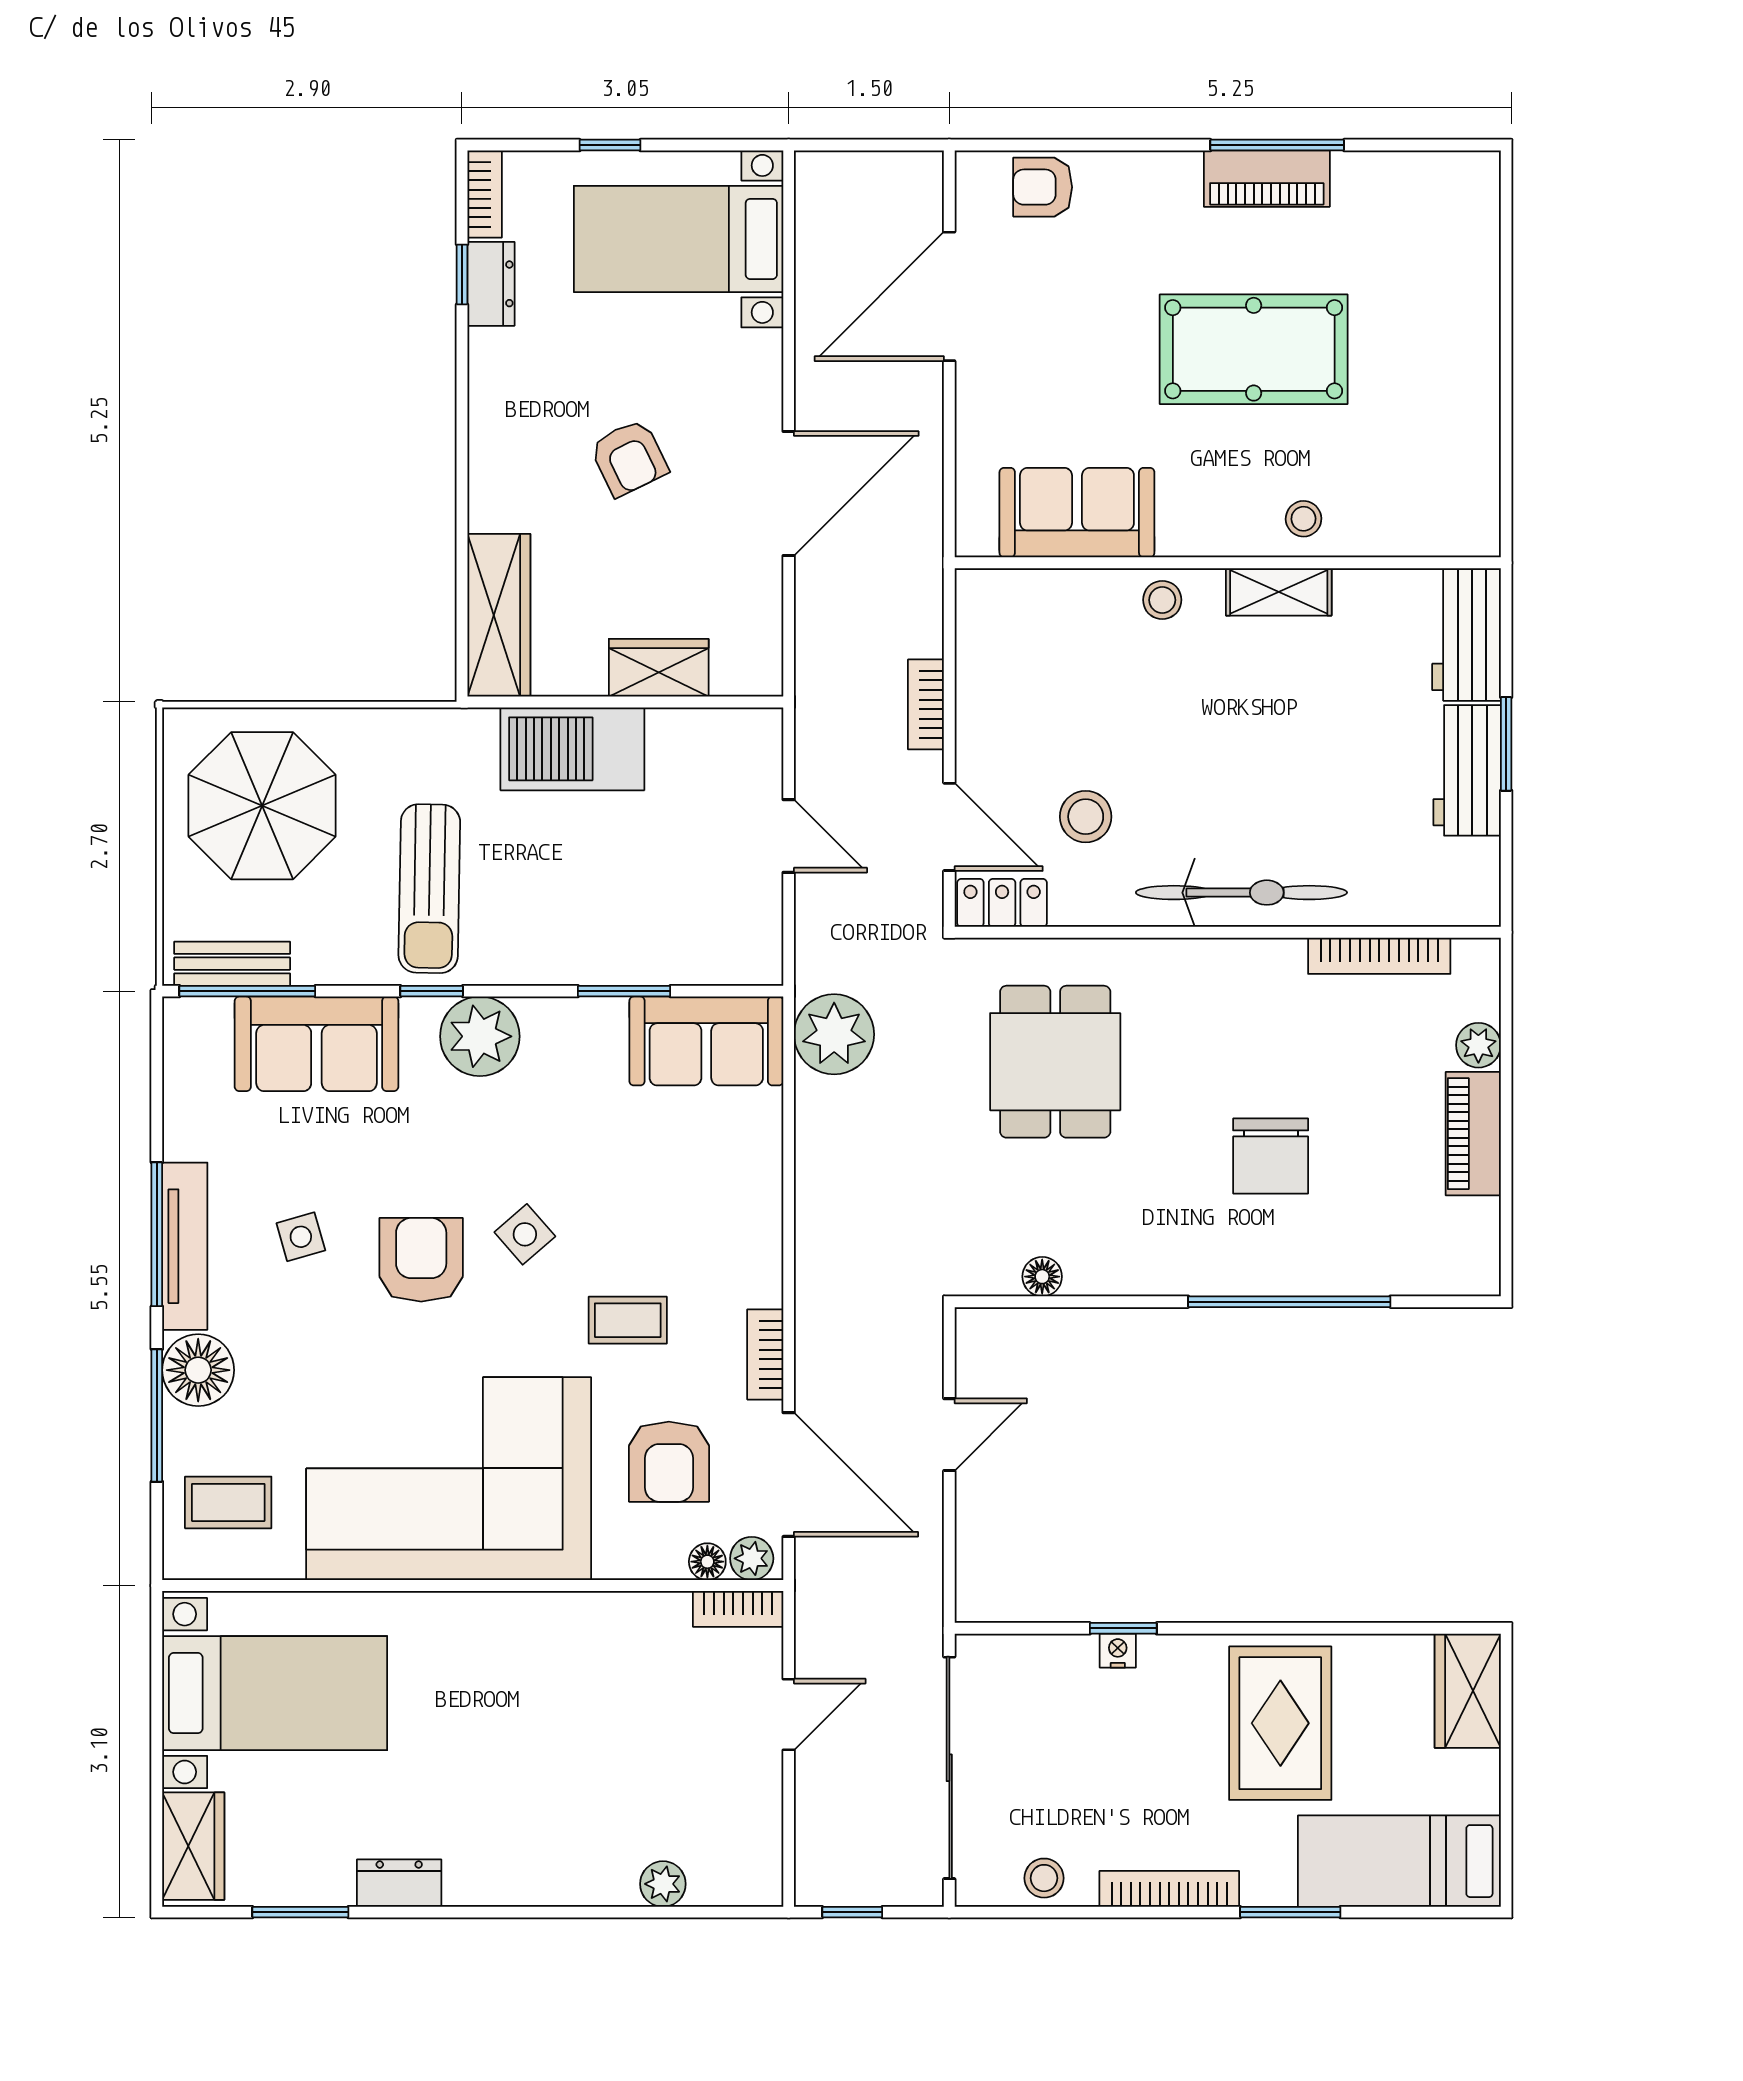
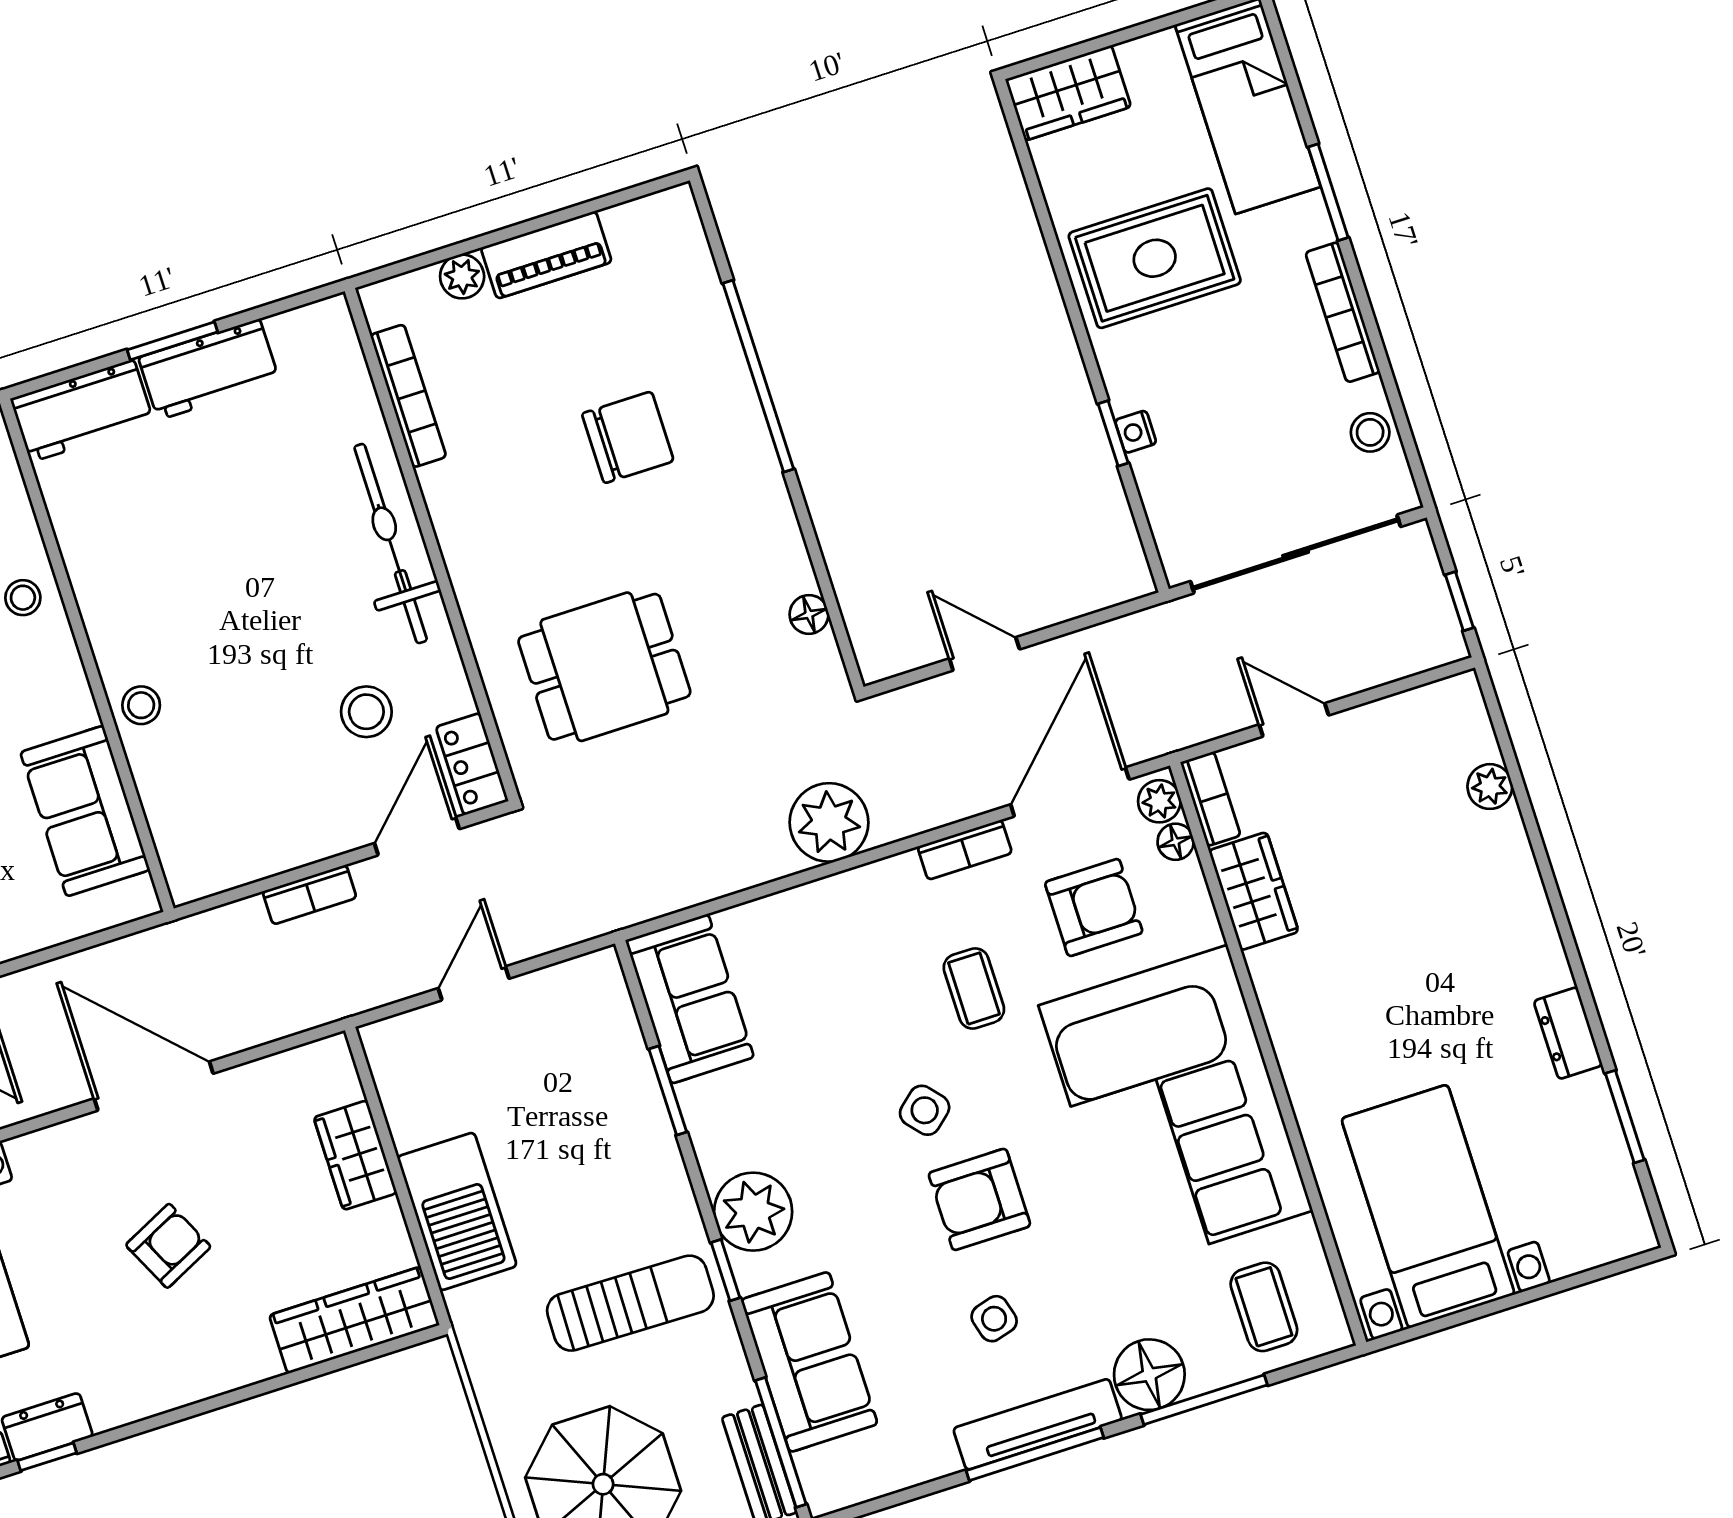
shelving: (1279, 592) -> (99, 599), removed
plant: (834, 1034) -> (829, 822), moved
wardrobe: (193, 1846) -> (1254, 891), moved, turned 90

